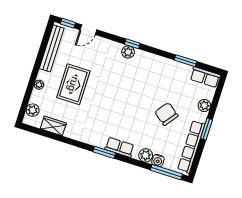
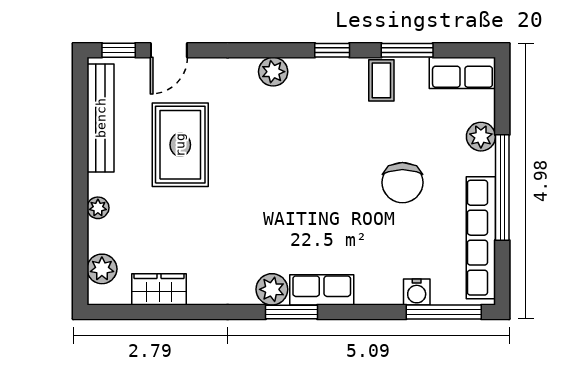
window: (132, 44) -> (332, 50), moved
coffee table: (171, 70) -> (381, 80), added
rug: (73, 84) -> (180, 145), moved
chair: (166, 114) -> (402, 183), turned -127
window: (206, 129) -> (502, 187), width x2.11
plant: (146, 155) -> (272, 289), moved

